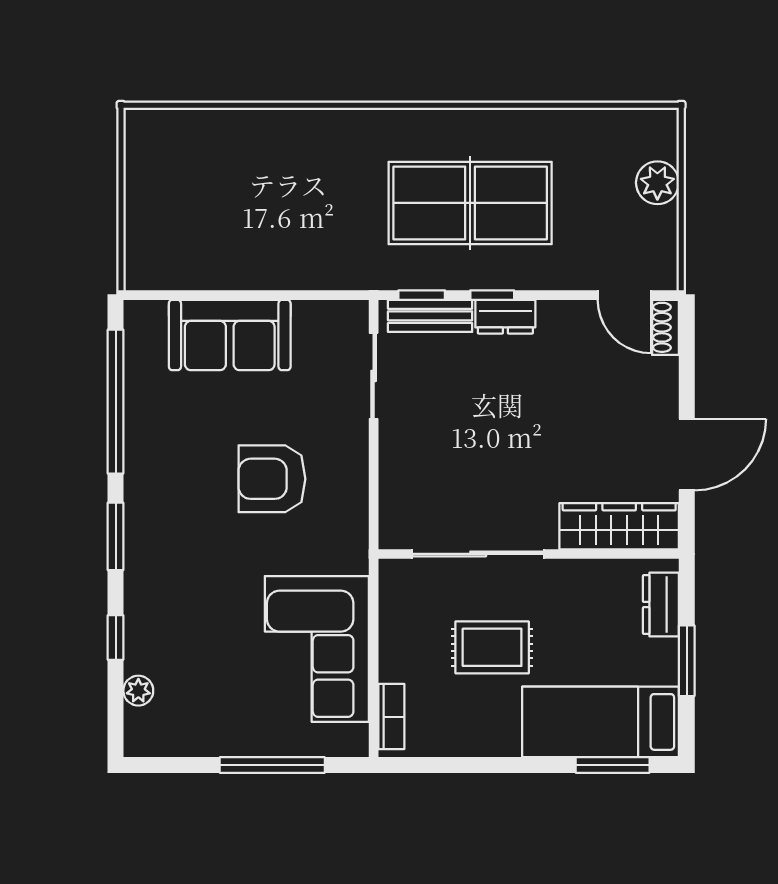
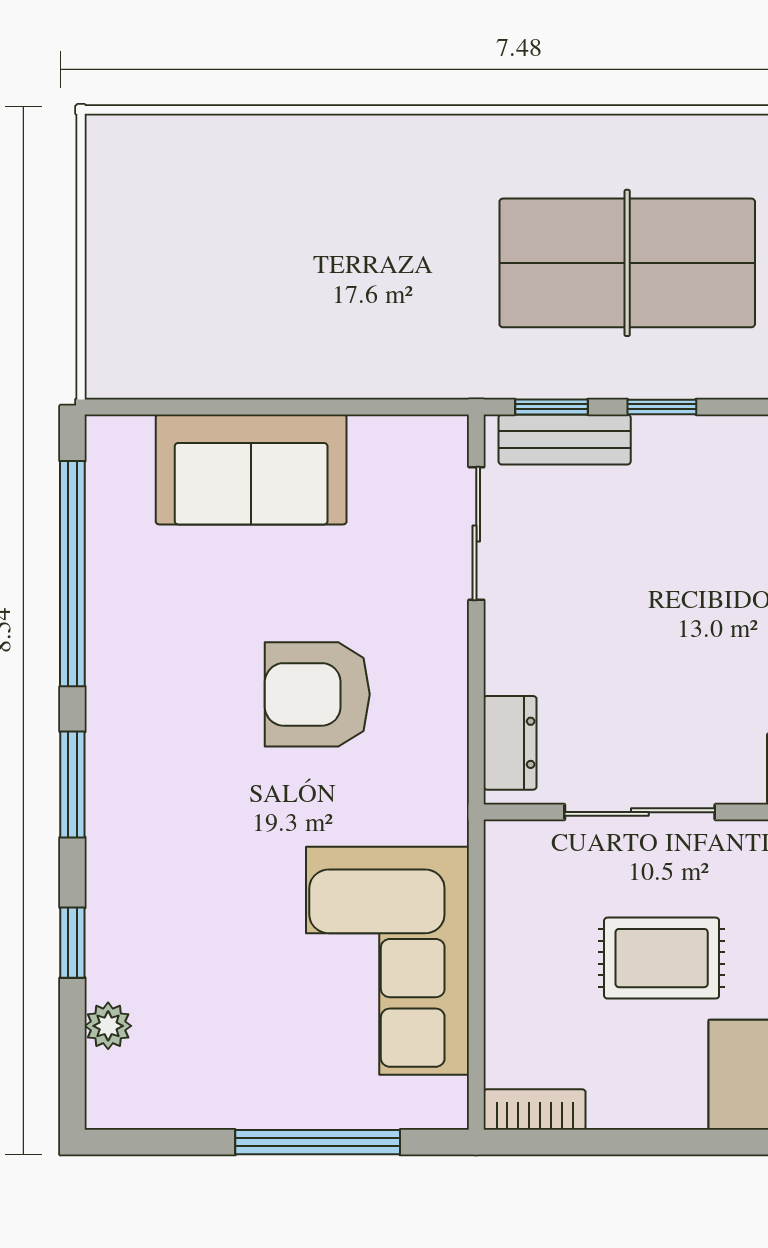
dresser: (505, 317) -> (510, 743), moved, turned -90
sliding door: (478, 554) -> (640, 812), width x0.73
bookcase: (391, 717) -> (535, 1110), moved, turned -90

